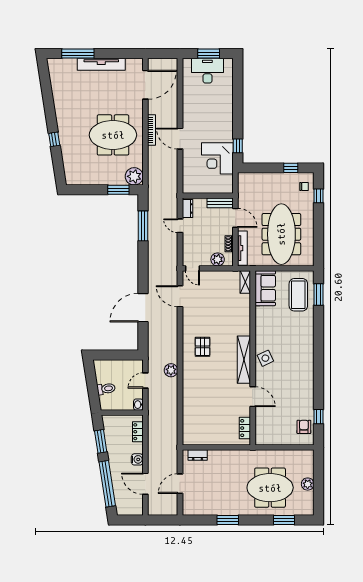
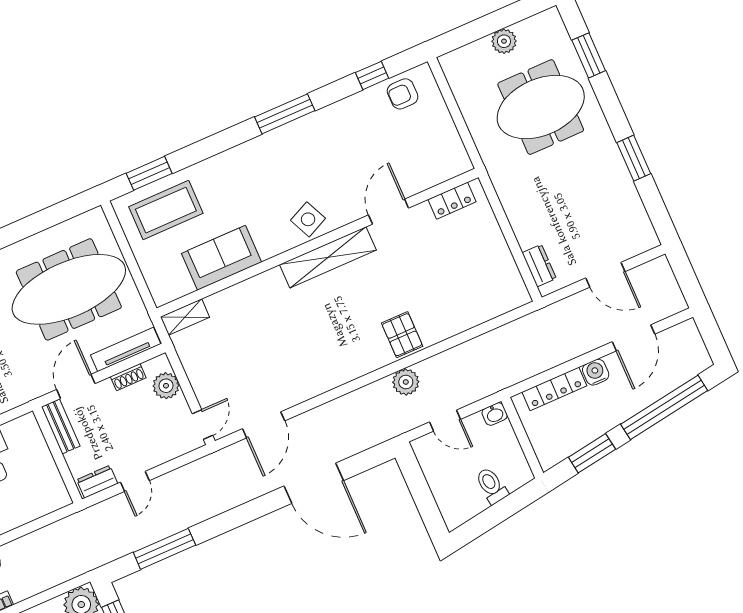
sofa: (265, 288) -> (222, 258), moved
pallet: (203, 347) -> (402, 335), moved, turned 90
window: (319, 369) -> (285, 114), added
locker: (138, 432) -> (554, 389), width x1.53
meeting table: (270, 488) -> (541, 107), turned 90

